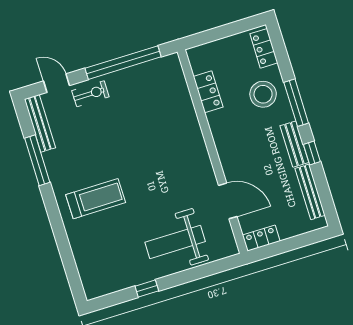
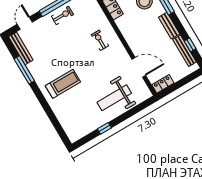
door: (56, 83) -> (25, 23), hinge flipped
exercise bike: (90, 94) -> (62, 15), moved
exercise bike: (174, 141) -> (100, 40), added
window: (312, 153) -> (190, 45), moved

